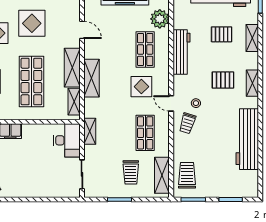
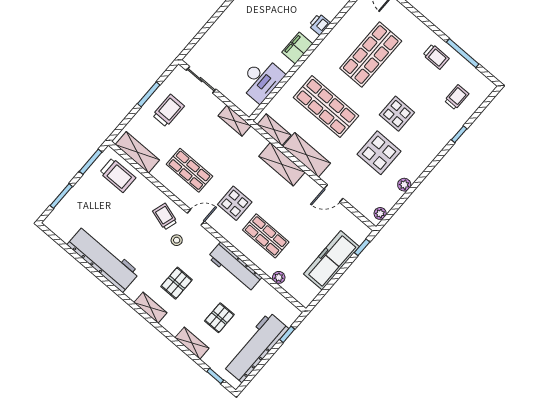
plant: (160, 19) -> (279, 277), width x0.53, depth x0.53
desk: (67, 140) -> (261, 79), moved, turned -90
trolley: (131, 172) -> (168, 111), moved, turned 90

